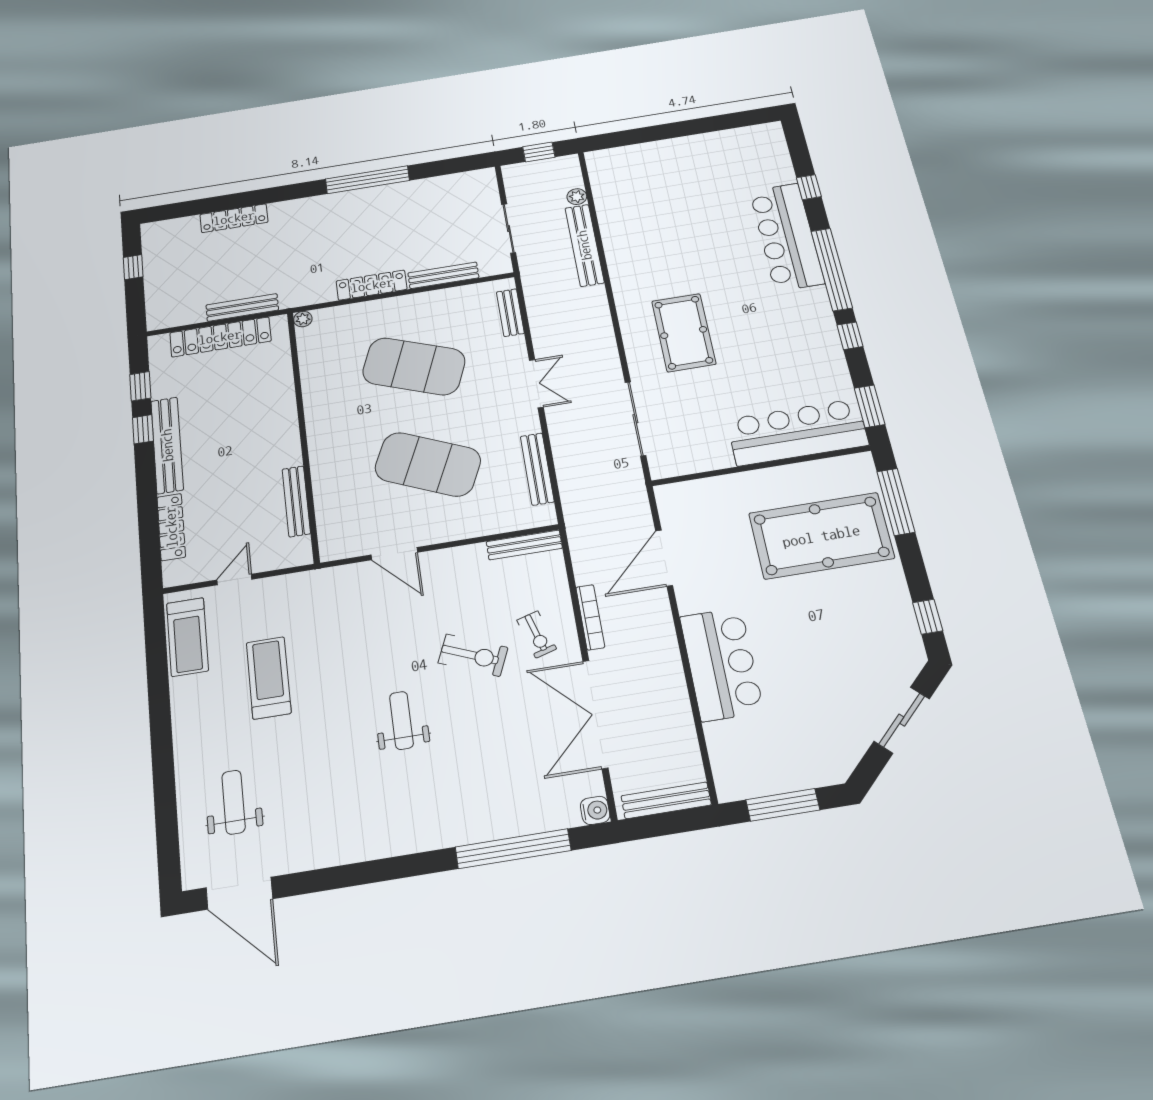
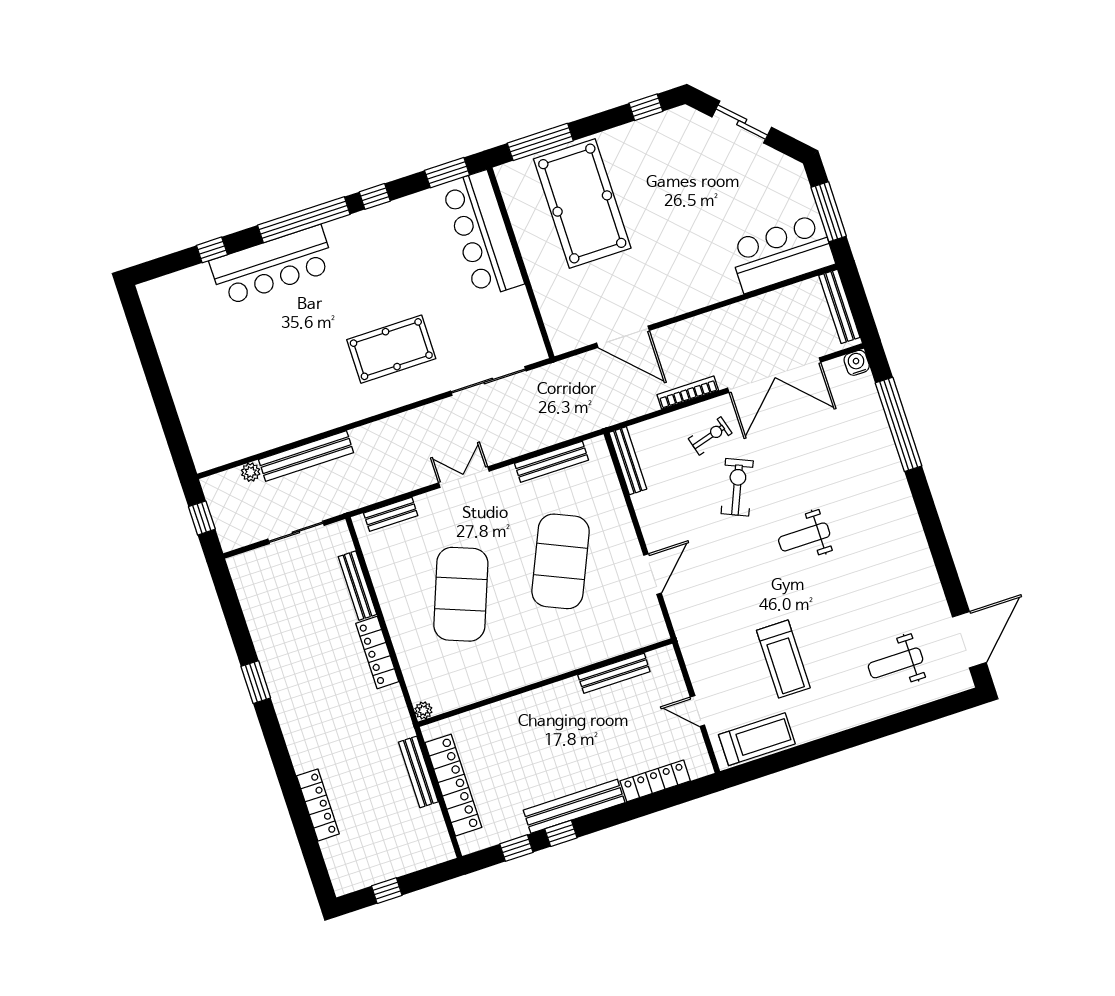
window: (367, 180) -> (256, 682), width x0.47
bar counter: (721, 664) -> (782, 253), moved
treadmill: (269, 678) -> (783, 659), turned -90

